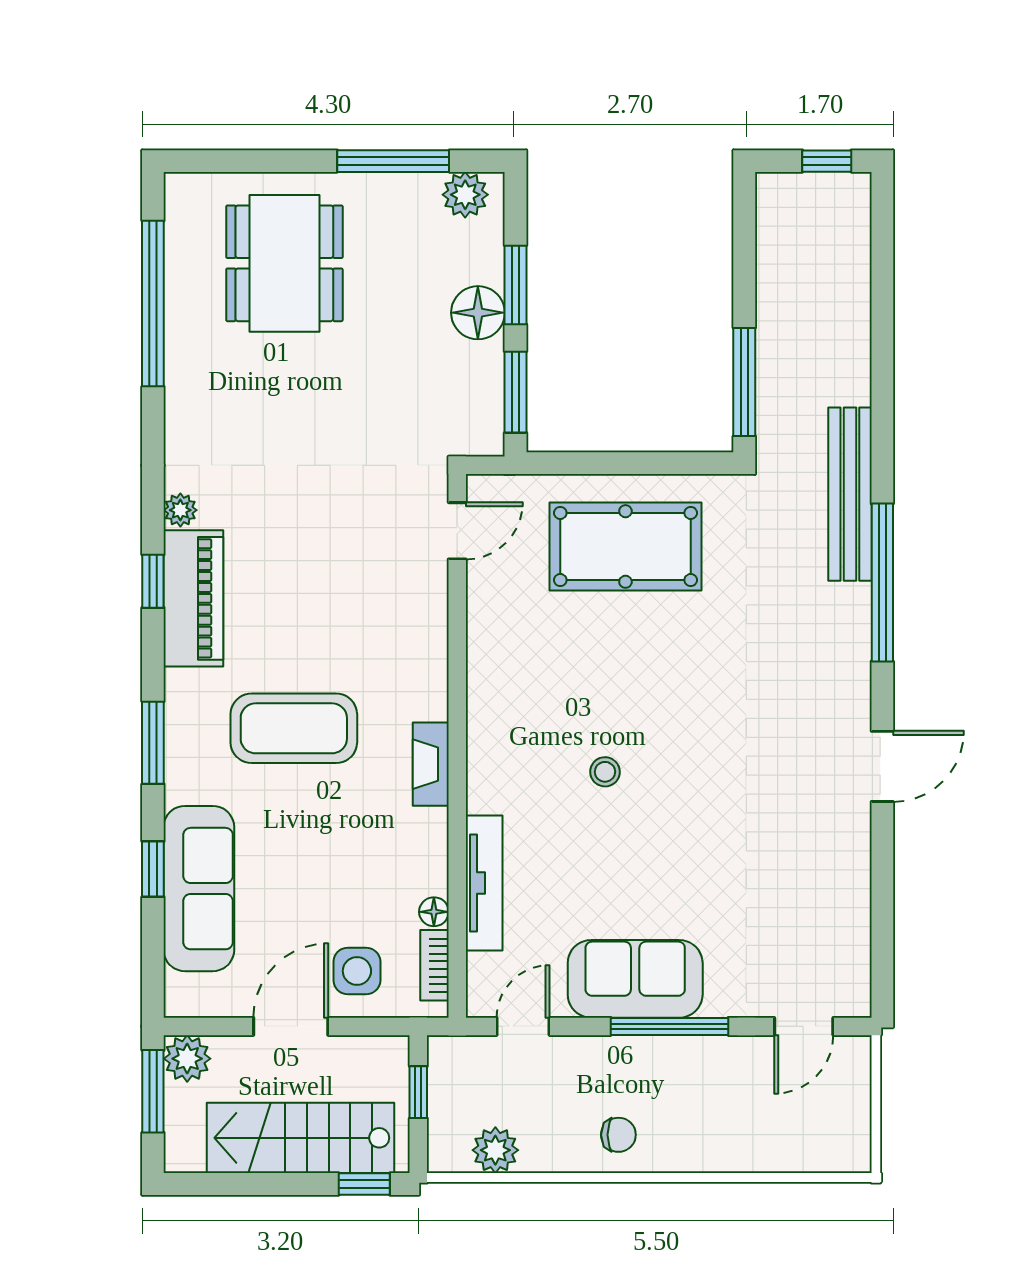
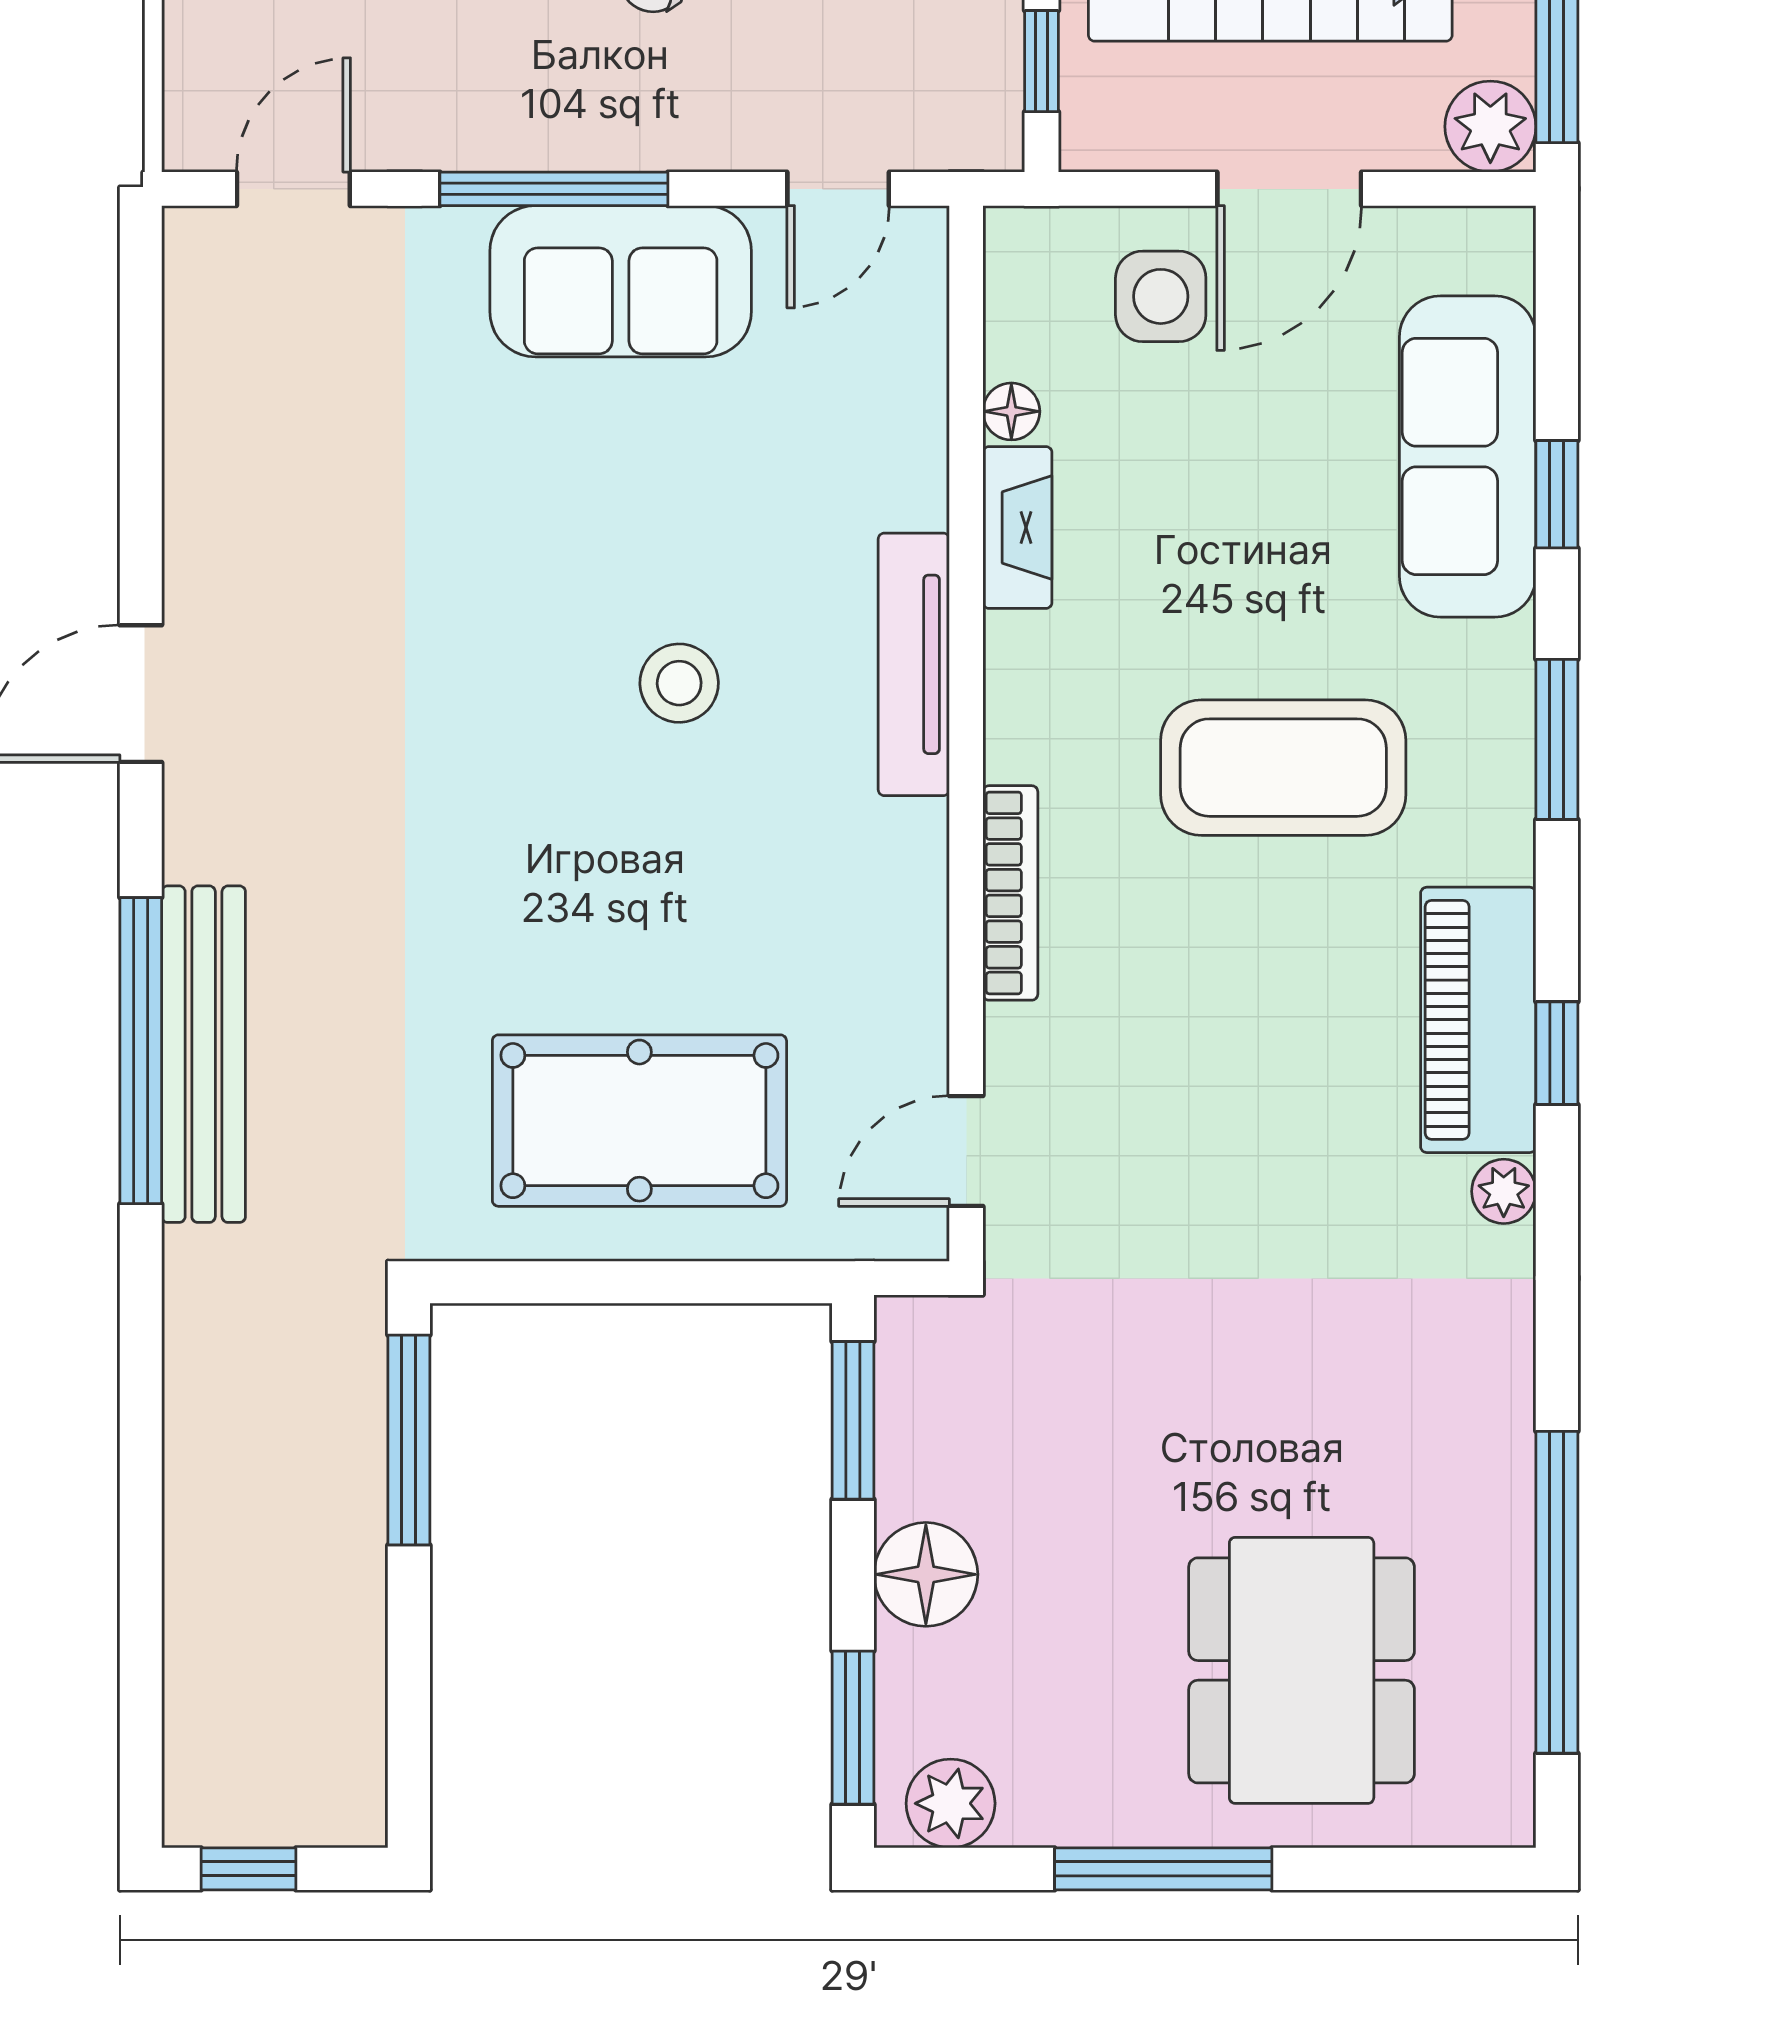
window: (393, 161) -> (1163, 1869), moved
window: (515, 285) -> (853, 1728), moved
bench: (850, 494) -> (204, 1054), moved
fireplace: (431, 764) -> (1017, 527), moved
stool: (605, 772) -> (679, 683), width x1.37, depth x1.37
tv unit: (484, 883) -> (914, 664), moved
bookcase: (434, 965) -> (1010, 893), moved, width x1.56

